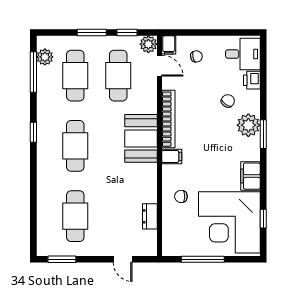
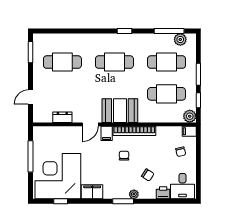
door: (159, 66) -> (90, 124), moved
plant: (248, 125) -> (134, 194), width x0.53, depth x0.53
chair: (181, 196) -> (124, 156), moved

